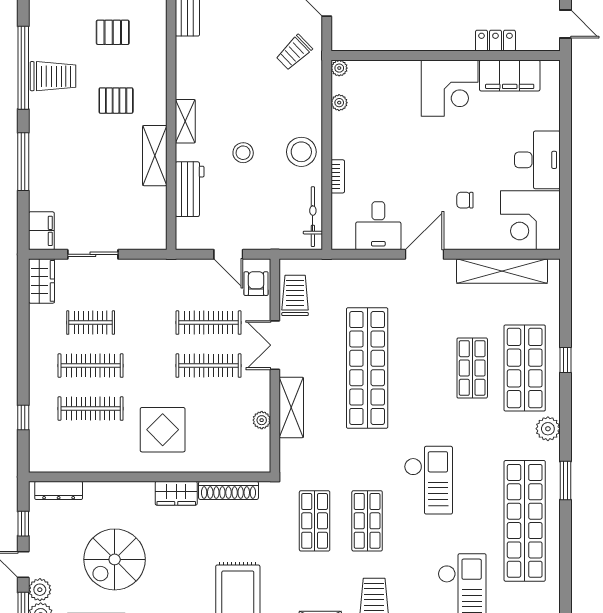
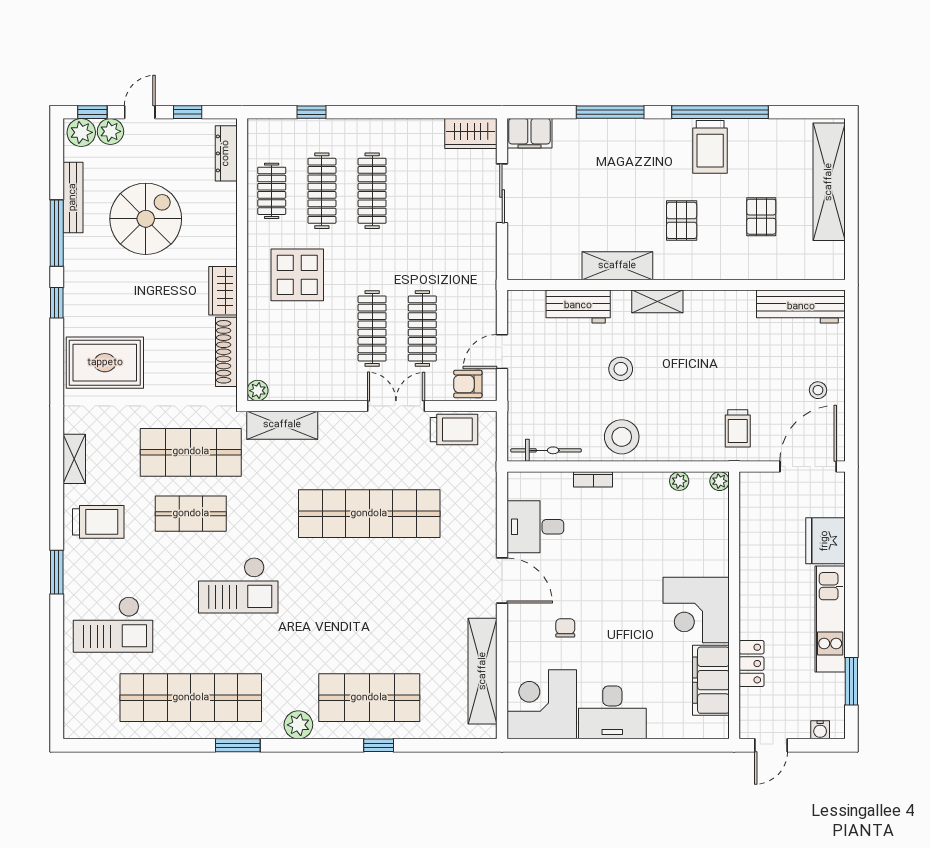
trolley: (294, 52) -> (738, 428), turned -136
armchair: (256, 284) -> (468, 384), turned 180
clothes rail: (91, 323) -> (272, 191), moved
shop shelf: (472, 368) -> (369, 636), removed
shelving: (291, 407) -> (282, 425), moved
plant: (262, 420) -> (258, 391), moved
shop shelf: (315, 521) -> (191, 452), width x1.43, depth x1.36
spiral stairs: (115, 559) -> (146, 219), turned 90

